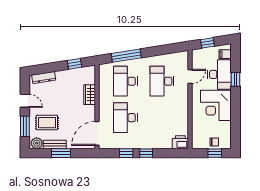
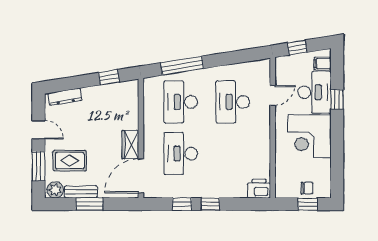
wardrobe: (90, 95) -> (130, 145), moved

